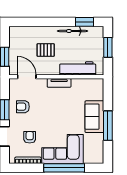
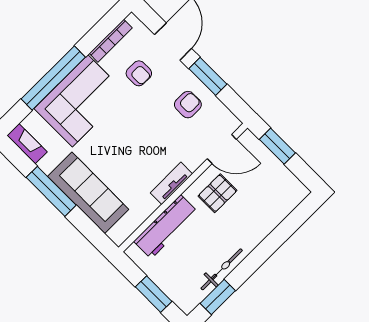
pallet: (46, 50) -> (217, 193), moved
sofa: (94, 117) -> (88, 193), width x1.36
fireplace: (99, 153) -> (27, 144), added

